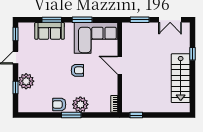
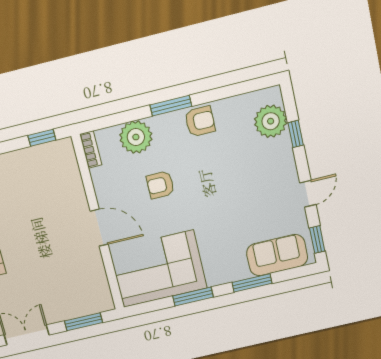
sofa: (50, 31) -> (277, 255), moved
armchair: (77, 70) -> (160, 185), moved
plant: (26, 81) -> (271, 121), moved
plant: (80, 104) -> (136, 137), moved

